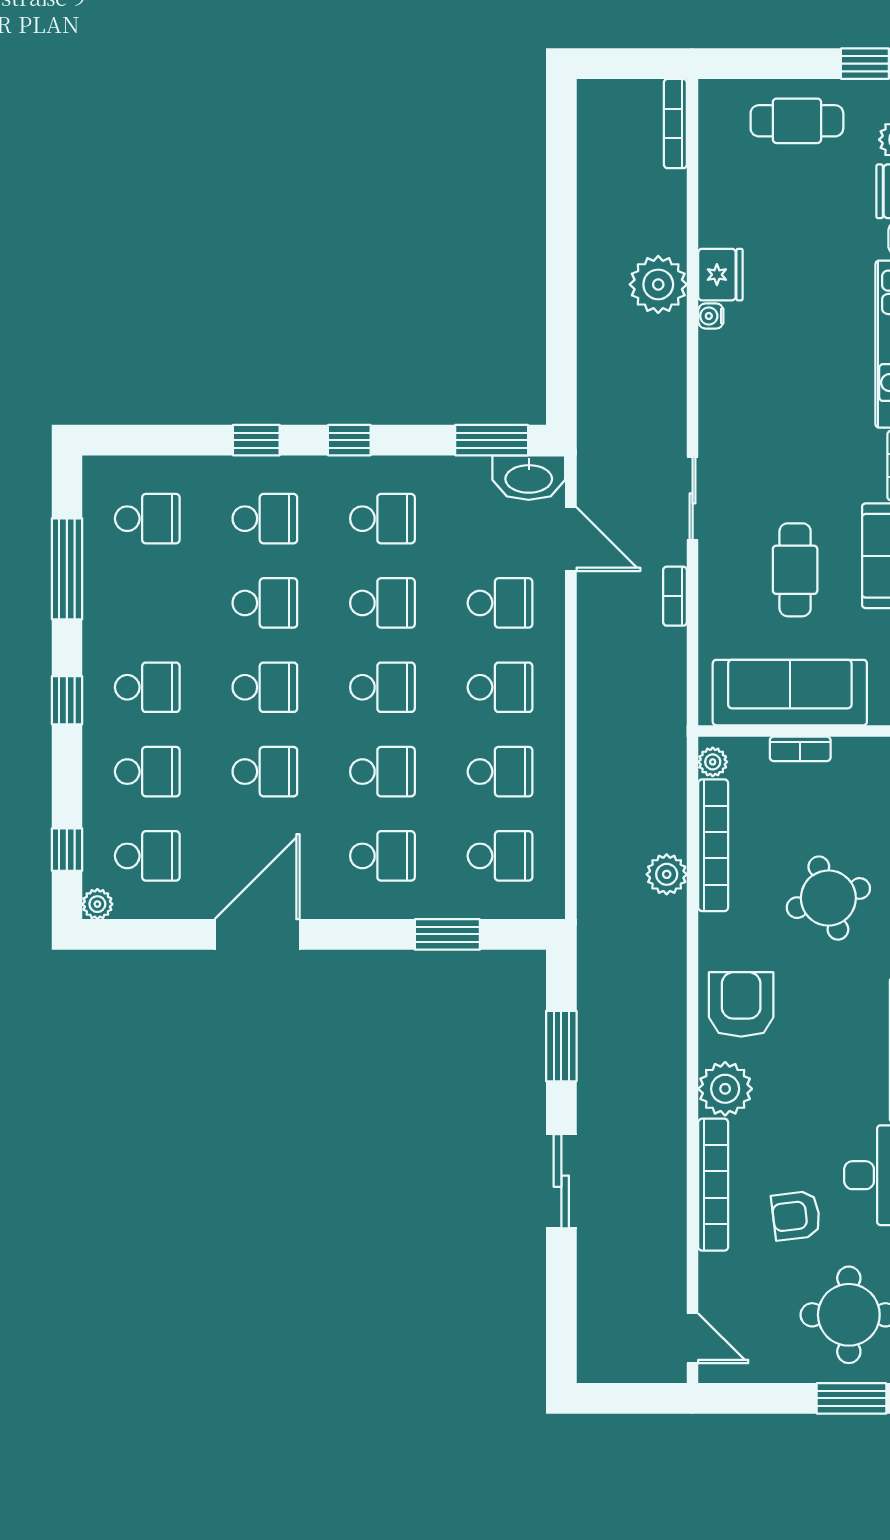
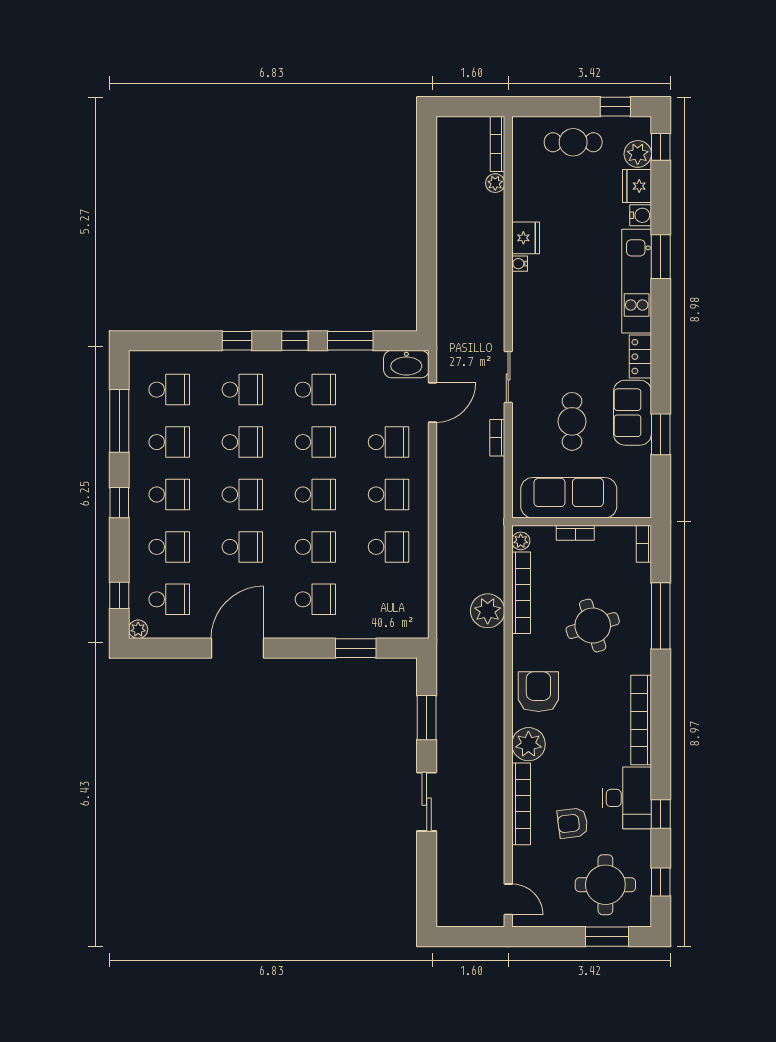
plant: (658, 284) -> (495, 183), moved, width x0.53, depth x0.53
window: (492, 440) -> (350, 341), moved
door: (571, 539) -> (433, 402), hinge flipped
school desk: (500, 856) -> (169, 442), moved
plant: (667, 874) -> (488, 611), width x1.36, depth x1.36

